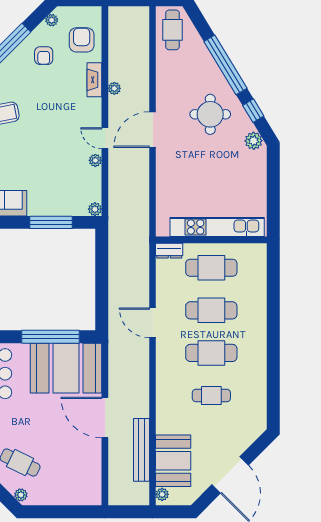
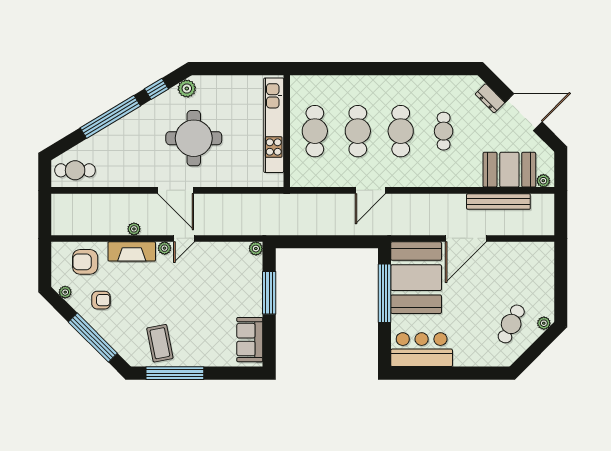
fireplace: (94, 80) -> (132, 251), width x1.37, depth x1.32
round table: (210, 114) -> (194, 138), moved, width x1.36, depth x1.36
plant: (95, 160) -> (165, 248), moved
dresser: (169, 251) -> (490, 98), moved, turned 135

